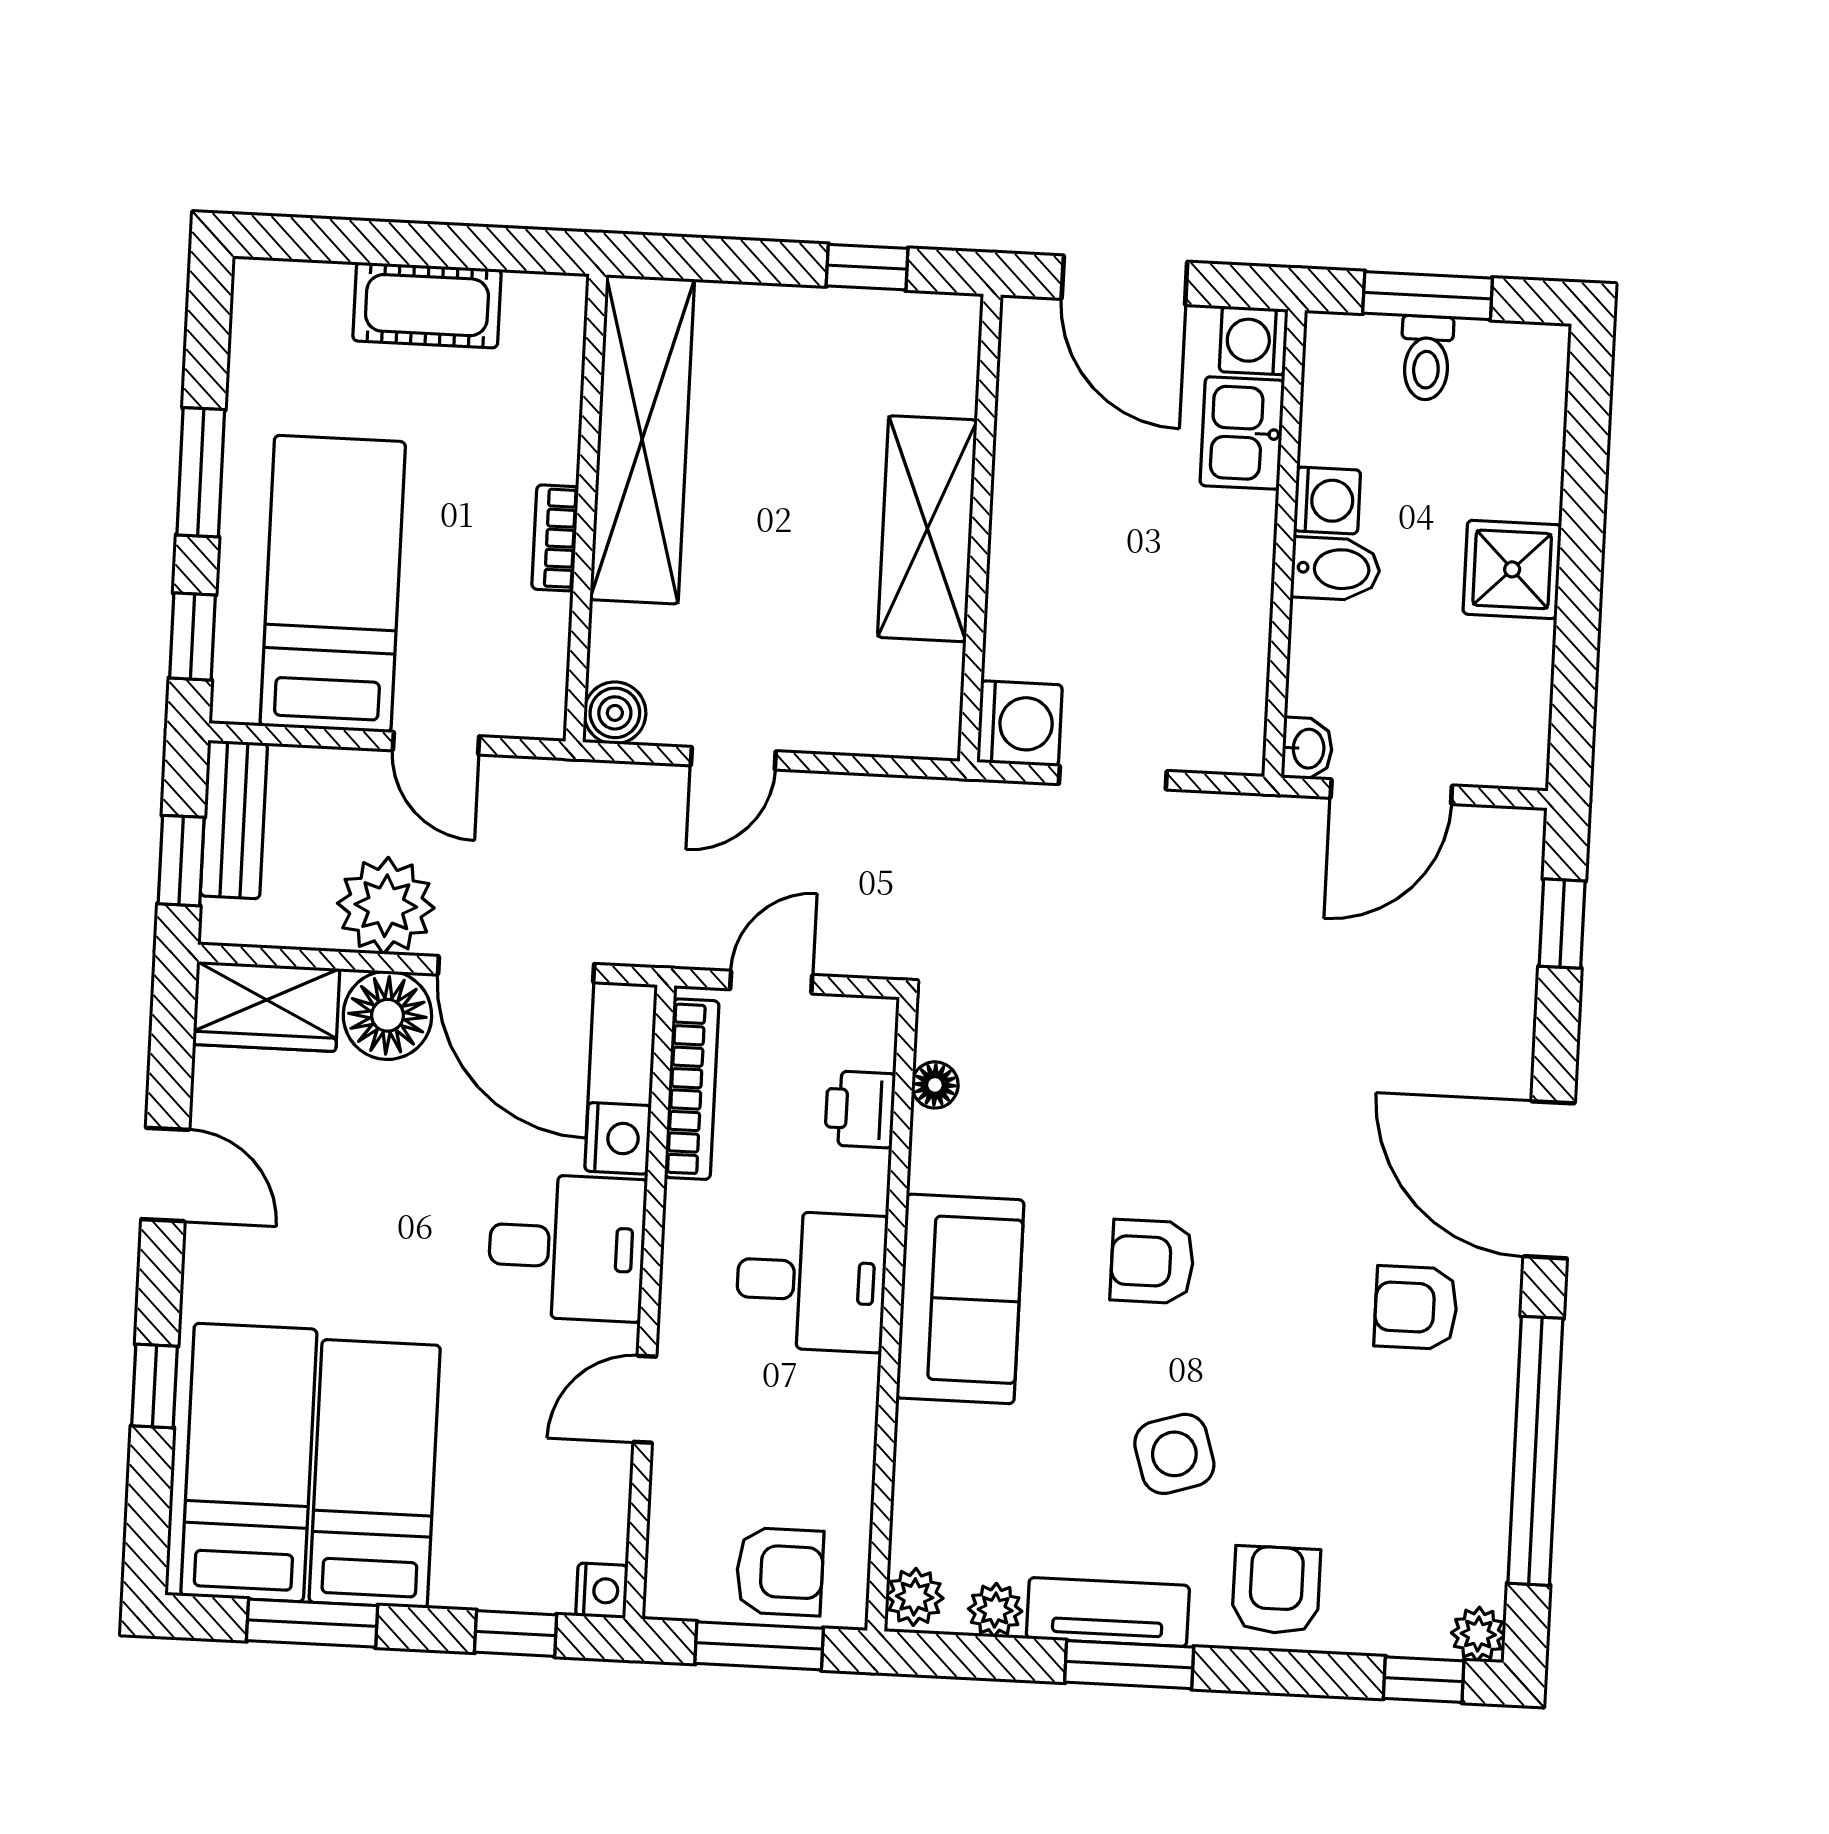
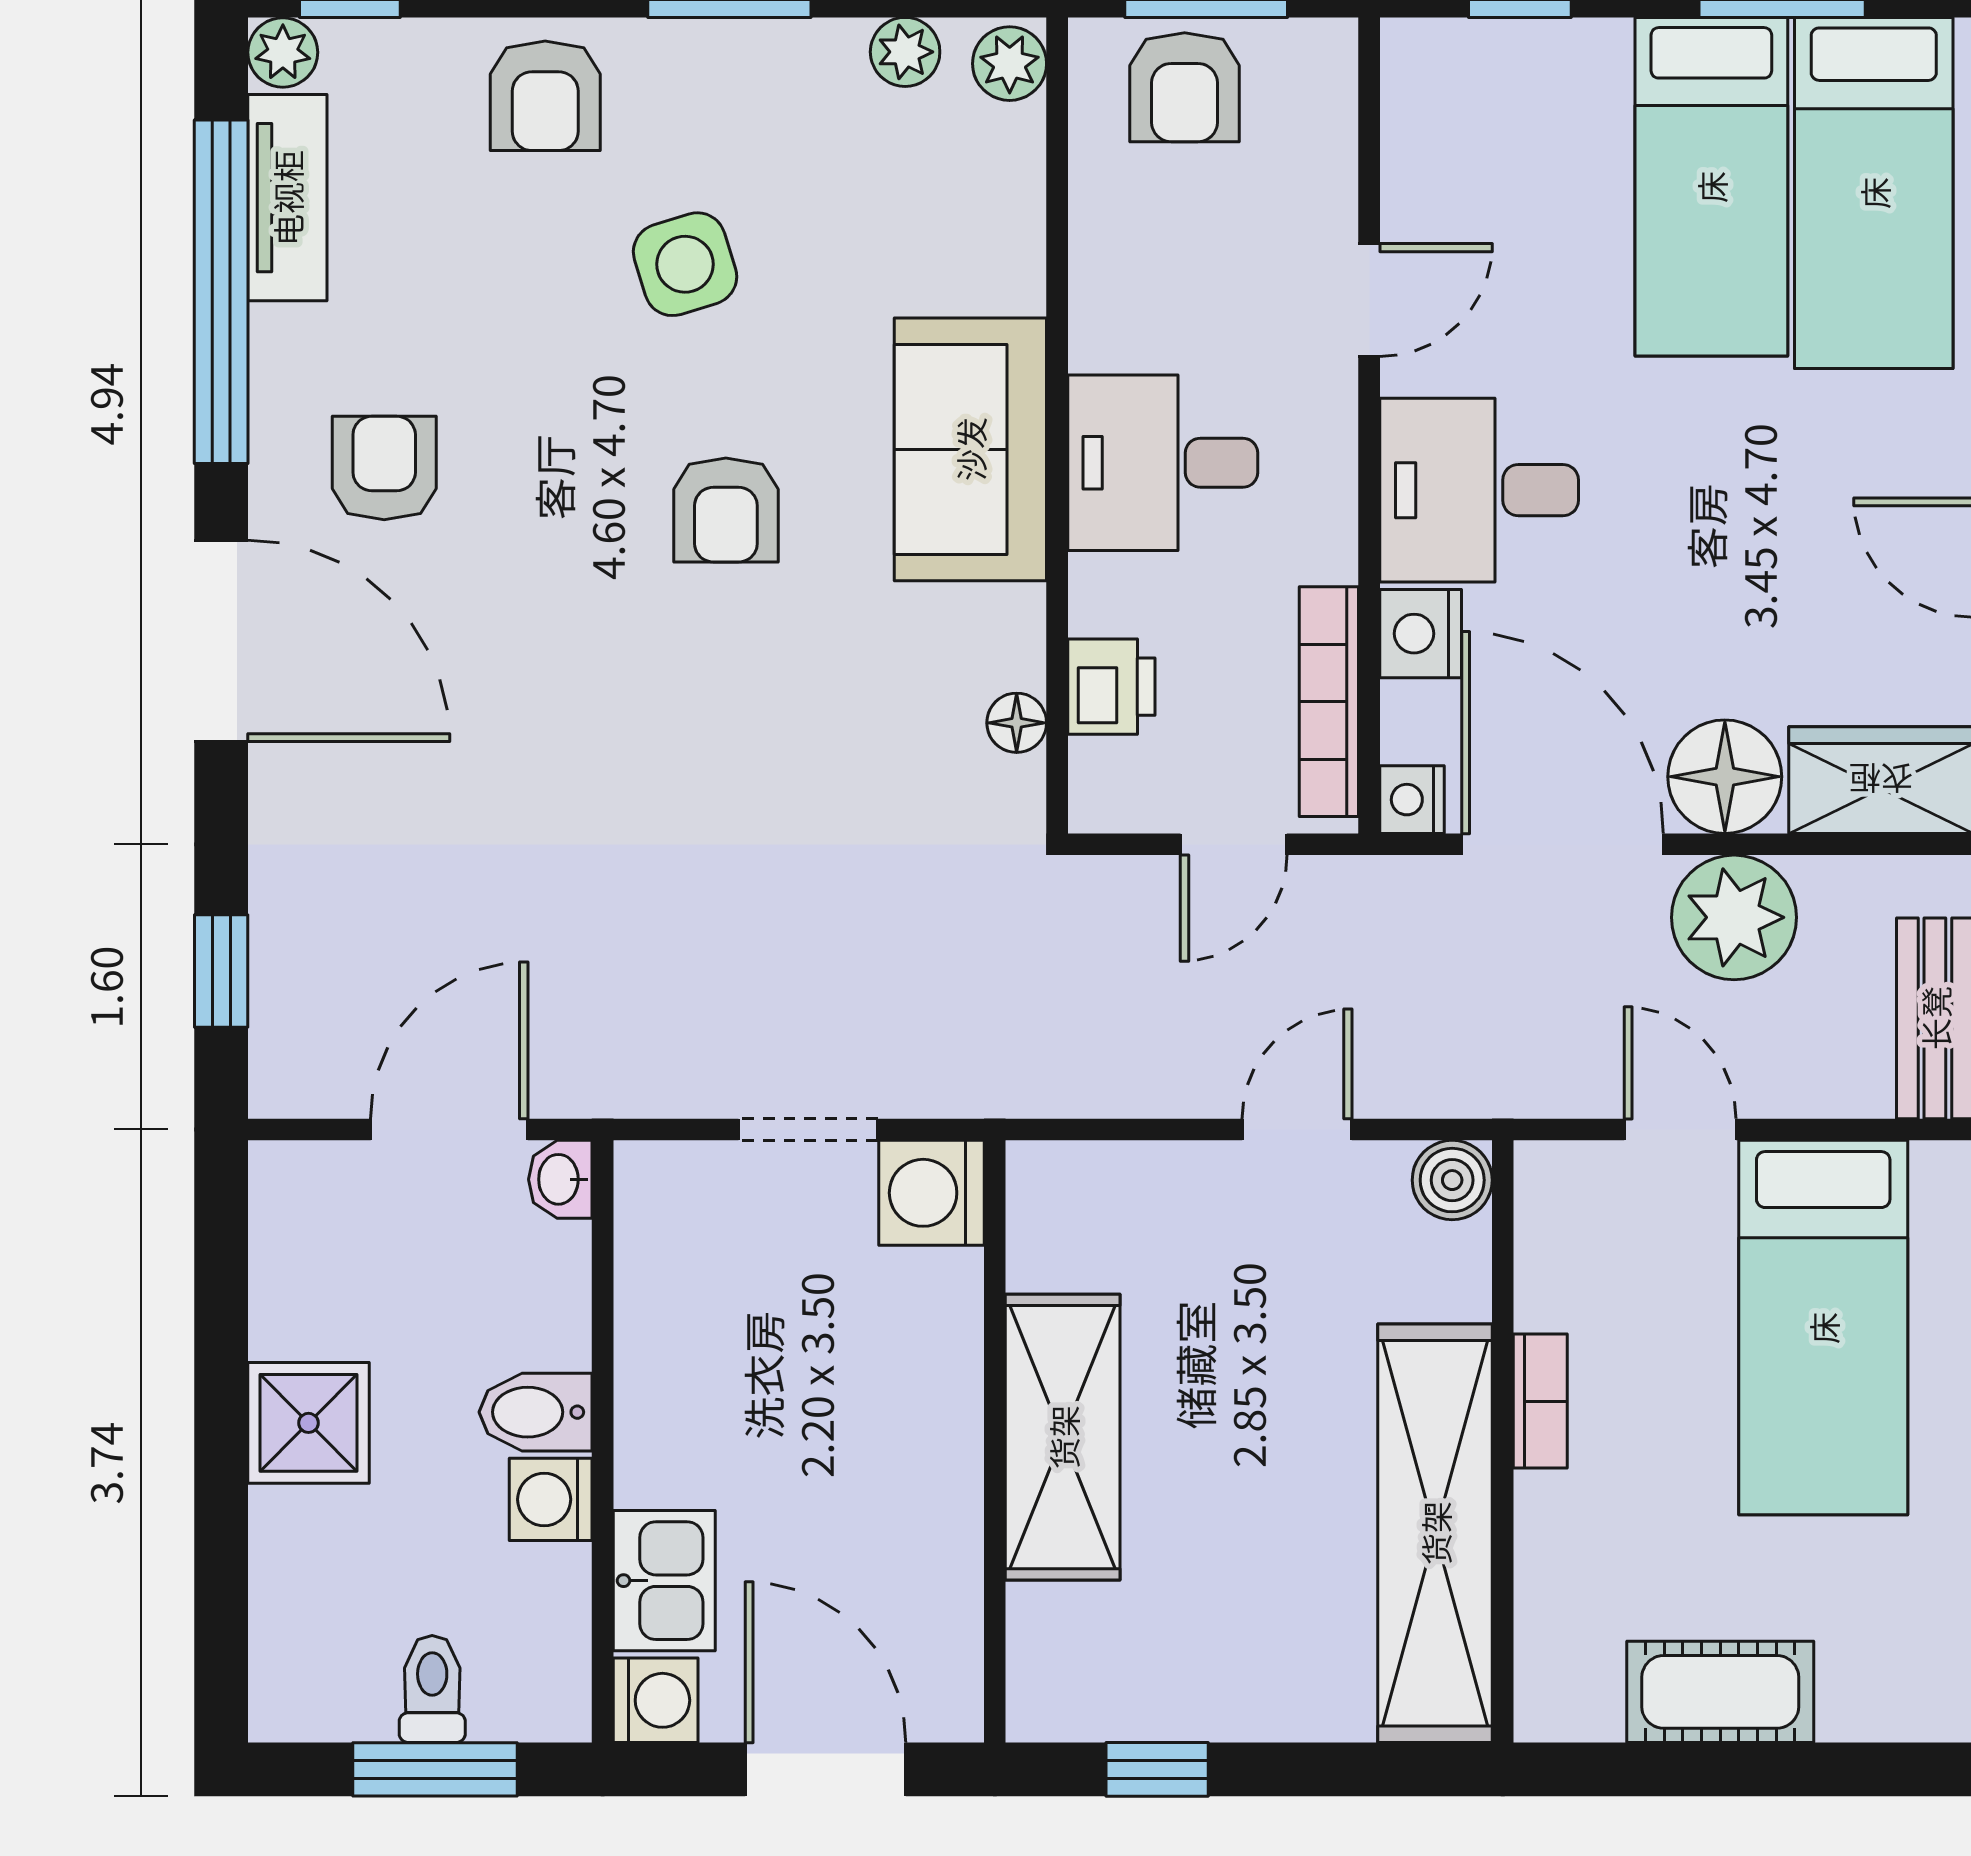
armchair: (1152, 1262) -> (726, 510), turned 90
armchair: (1416, 1308) -> (384, 468), turned -90
armchair: (780, 1572) -> (1185, 87), turned -90
nightstand: (602, 1591) -> (1412, 800), moved
tv unit: (1108, 1612) -> (287, 198), moved, turned -90

